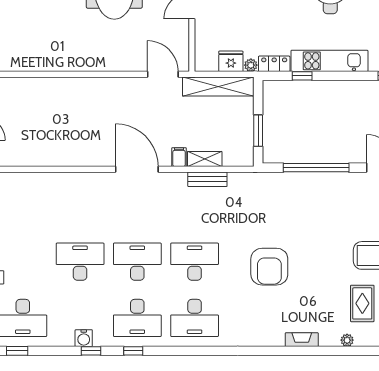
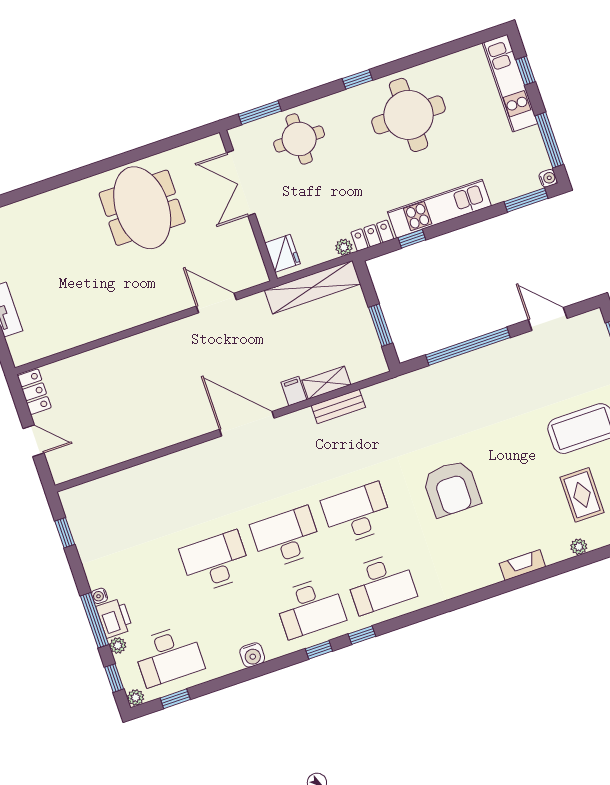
fridge: (231, 61) -> (282, 253), moved, turned 90
door: (163, 74) -> (216, 303), moved
window: (91, 351) -> (362, 635), moved

